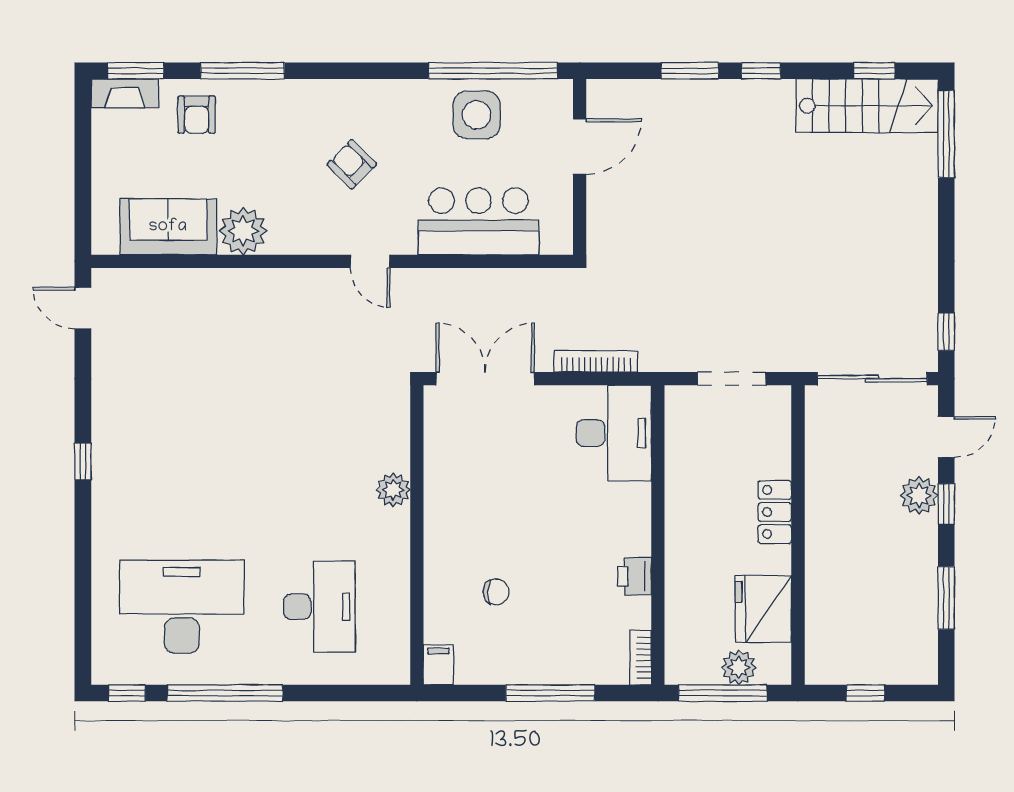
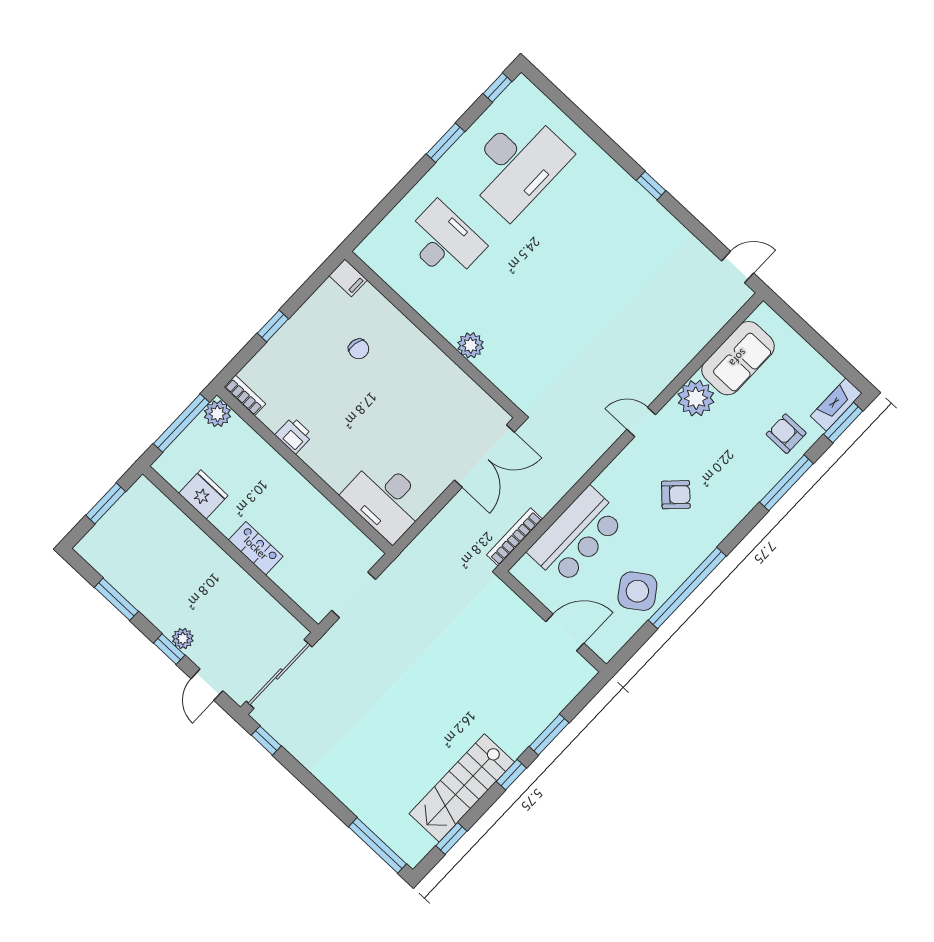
window: (493, 71) -> (687, 588), moved
stairs: (867, 106) -> (462, 788), moved
side table: (477, 115) -> (637, 591), turned -35
door: (580, 147) -> (565, 632), swing flipped
door: (370, 261) -> (641, 422), moved
bookcase: (596, 361) -> (515, 537), moved, turned 180
plant: (919, 495) -> (183, 639), width x0.73, depth x0.73
chair: (496, 592) -> (359, 349), turned -79
desk: (319, 607) -> (444, 242), turned 180
fridge: (763, 609) -> (203, 494), width x0.73, depth x0.75
plant: (739, 667) -> (217, 414), moved
window: (225, 693) -> (445, 143), width x0.47
window: (550, 693) -> (273, 326), width x0.46
window: (865, 693) -> (106, 503), width x1.50

